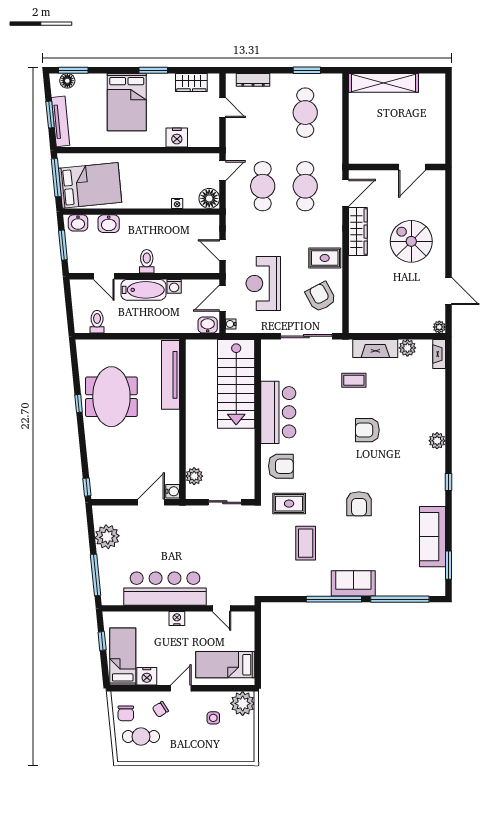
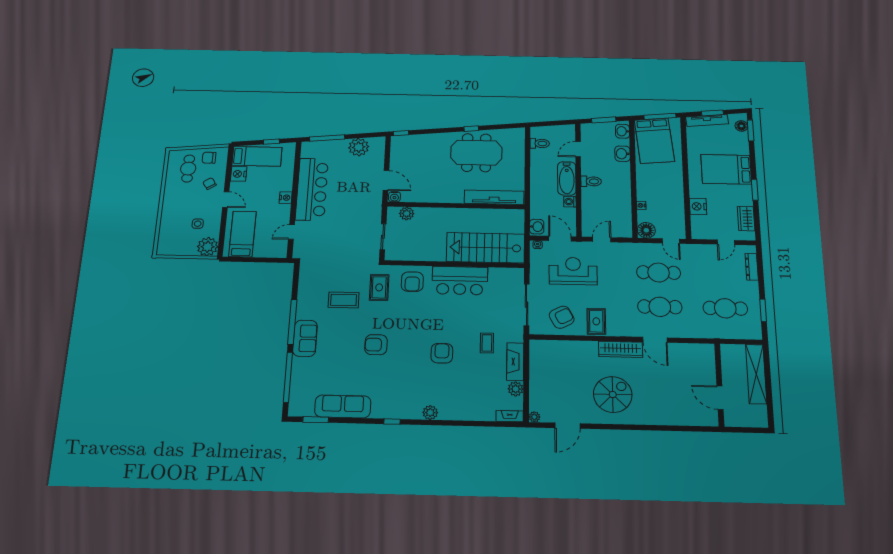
wall: (397, 167) -> (719, 385), moved
door: (412, 167) -> (720, 398), moved

